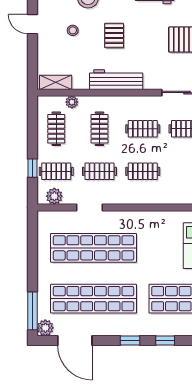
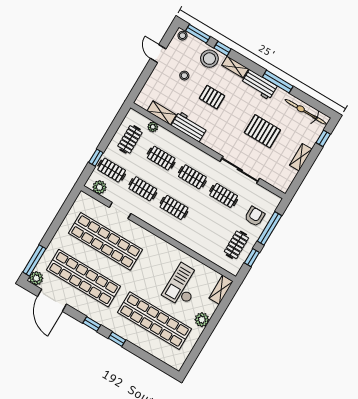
pallet: (114, 35) -> (212, 97), turned 90
workbench: (116, 80) -> (189, 127), width x0.73
shelving: (56, 82) -> (162, 113), moved
clothes rail: (99, 129) -> (161, 158), turned 90

